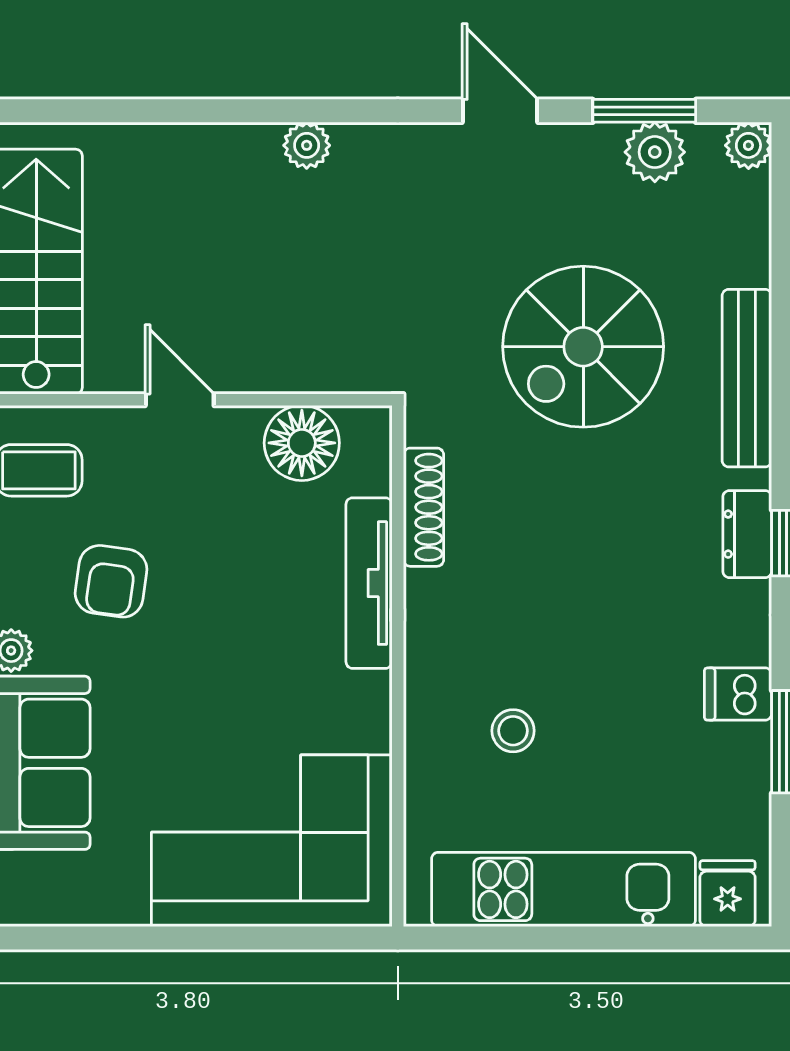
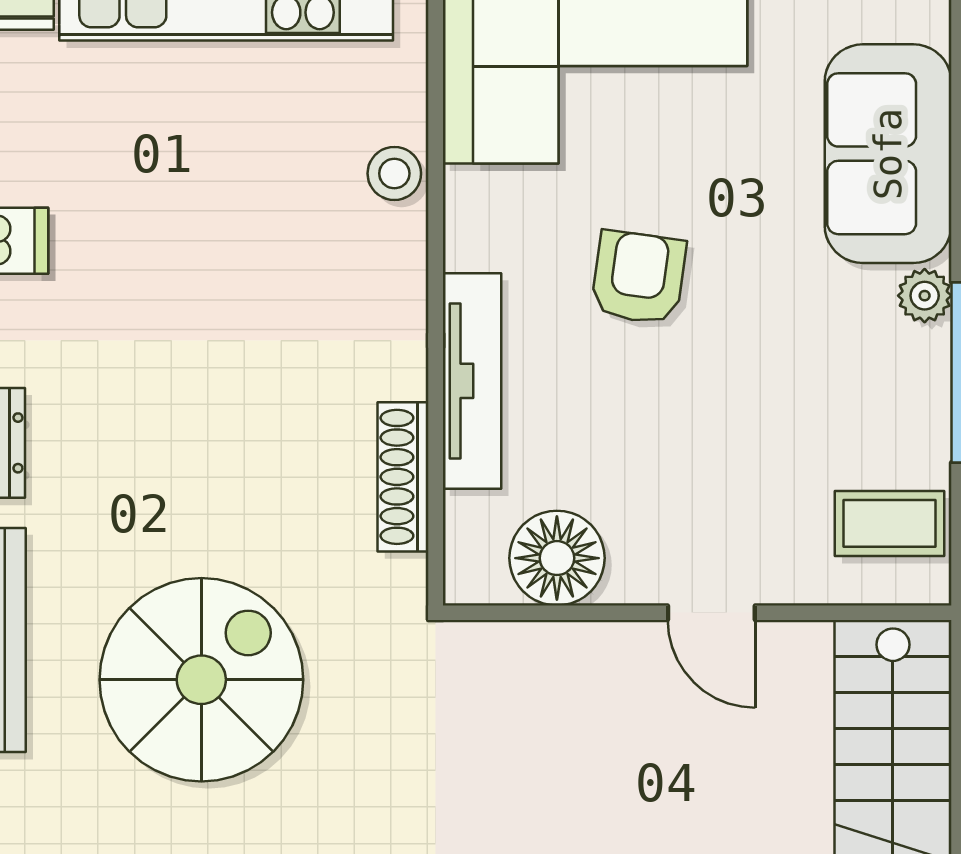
armchair: (111, 581) -> (638, 277), moved
stool: (513, 731) -> (394, 173), moved

